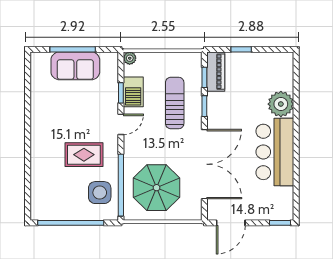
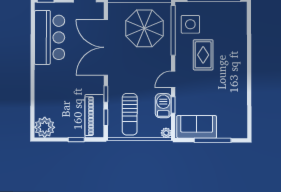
sofa: (75, 66) -> (197, 127), moved
piano: (216, 72) -> (94, 116), width x1.37, depth x1.33
sun lounger: (175, 103) -> (130, 114), moved
plant: (281, 104) -> (45, 127), moved
bar counter: (275, 152) -> (50, 37), moved
rug: (84, 155) -> (203, 55), turned 90

